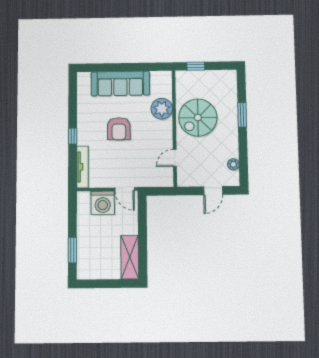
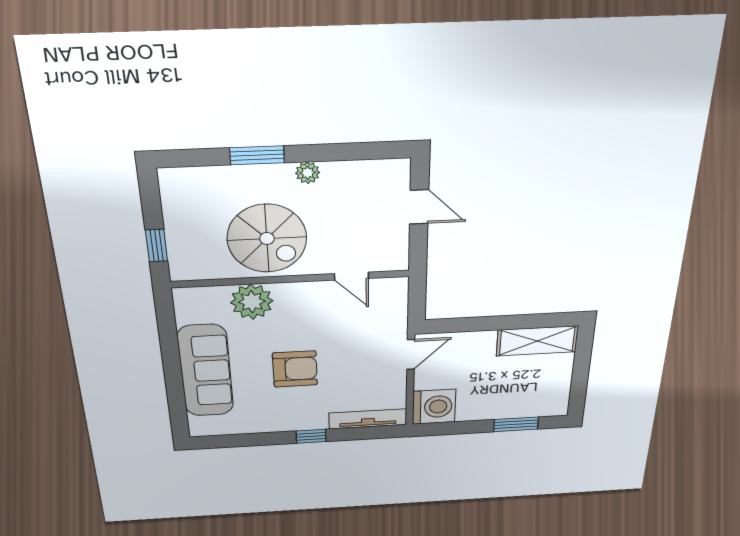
plant: (233, 164) -> (308, 173), moved
washing machine: (103, 203) -> (434, 407), moved

